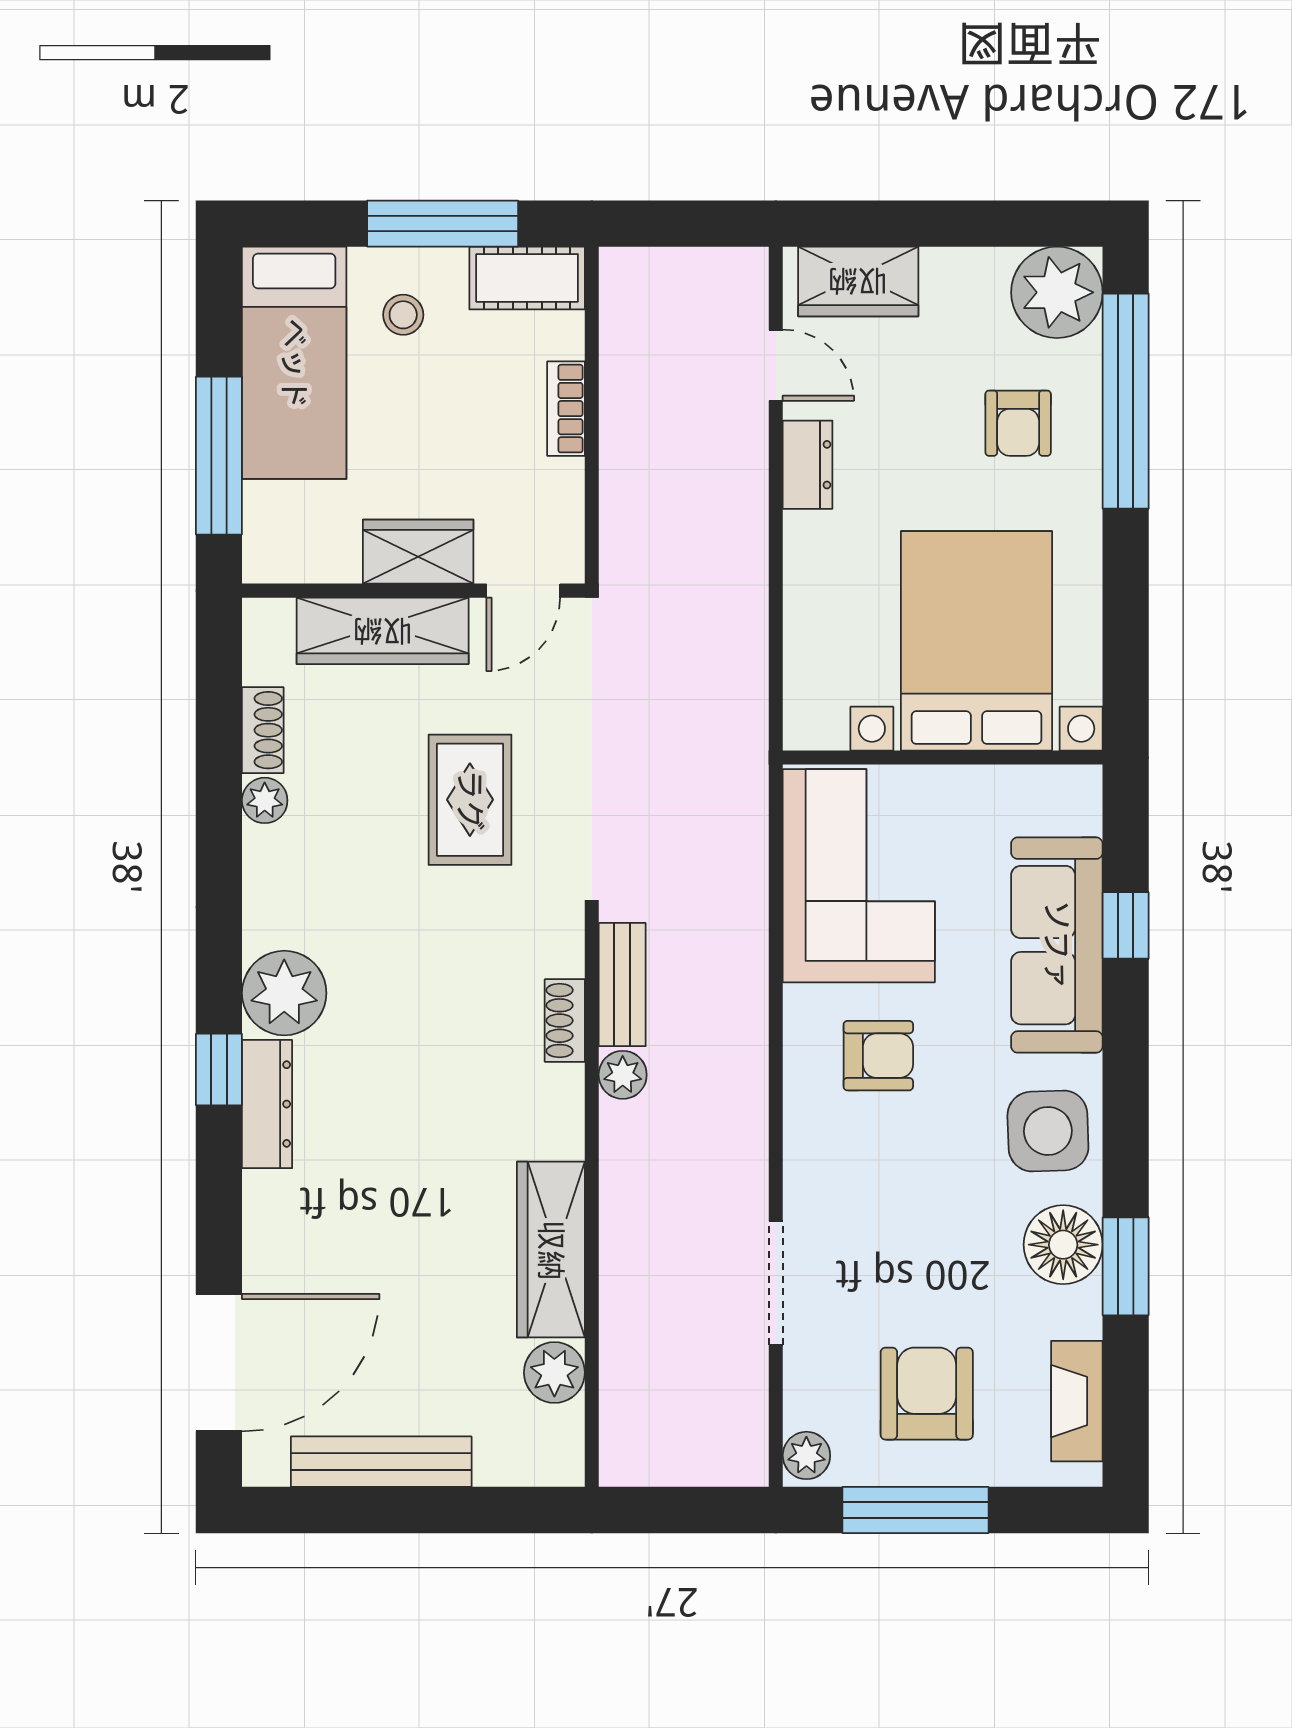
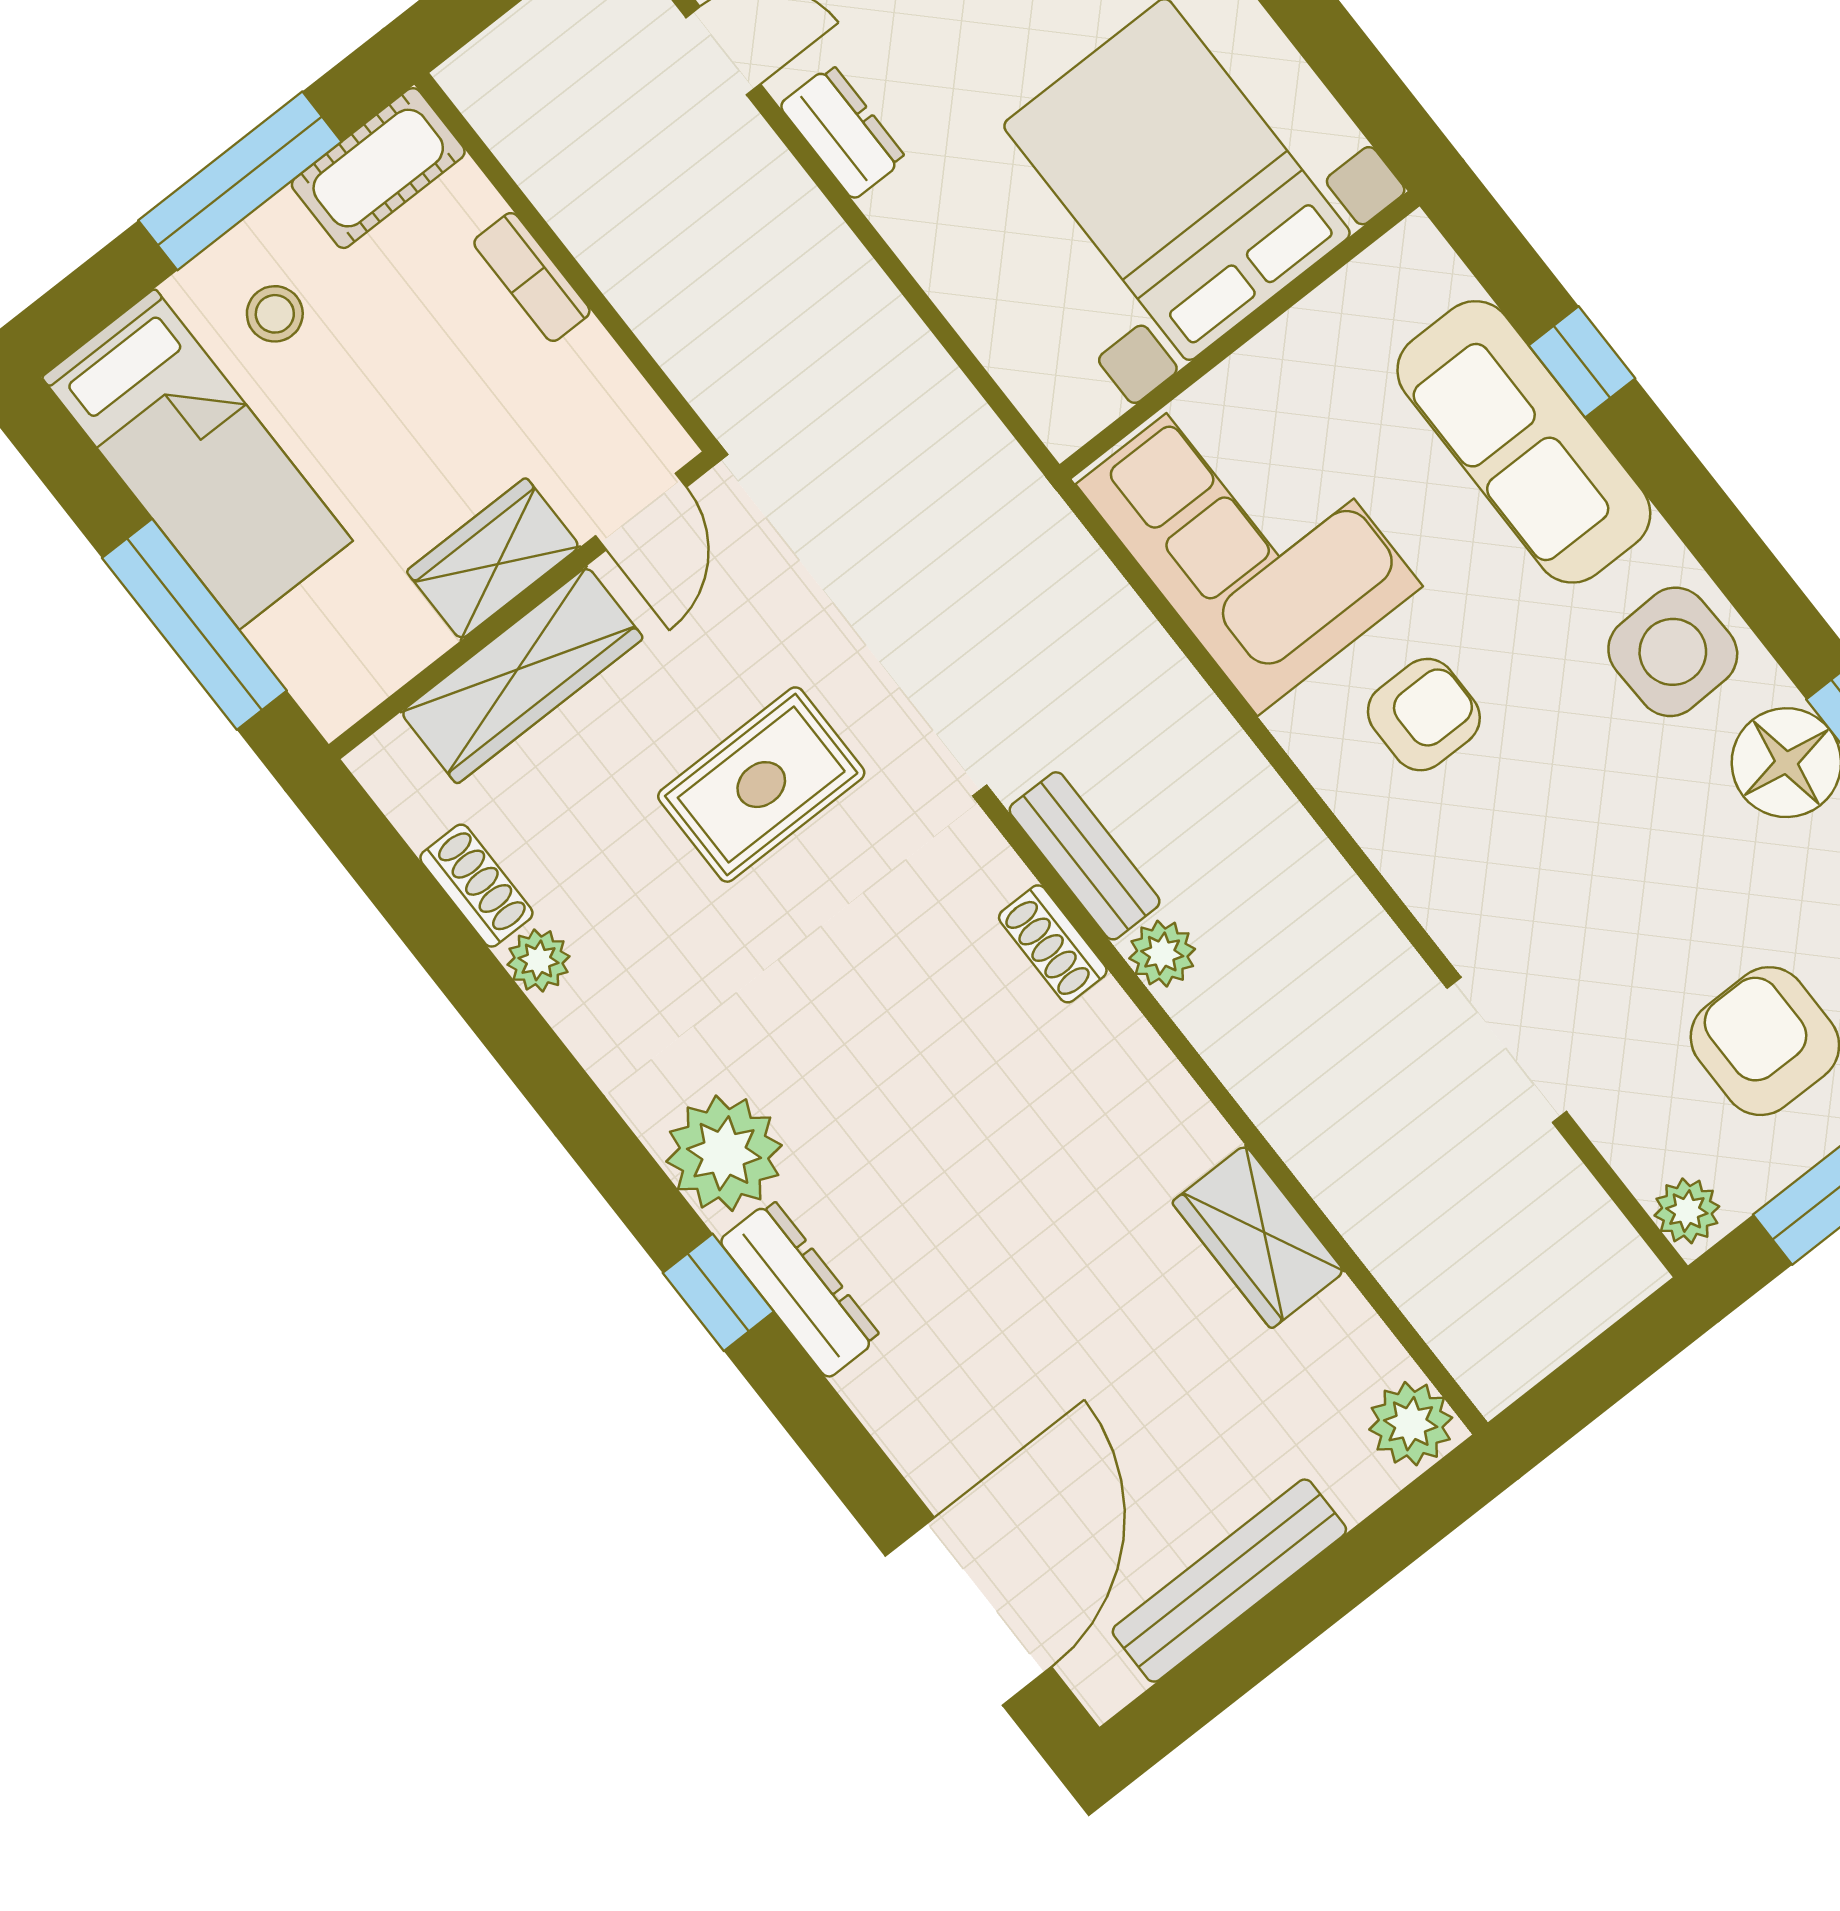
rug: (470, 800) -> (761, 785), turned 90
wardrobe: (551, 1250) -> (1258, 1237), width x0.67
plant: (554, 1373) -> (1411, 1424), moved

